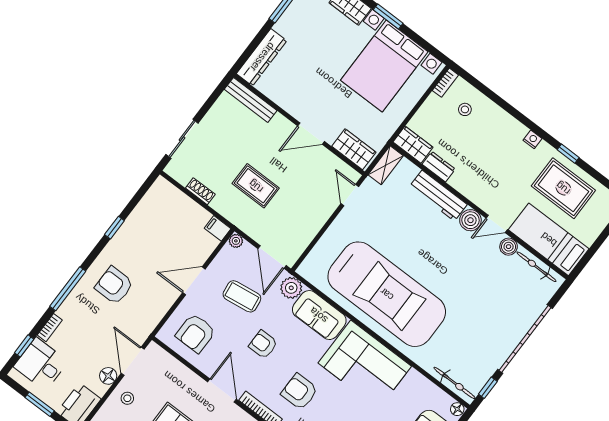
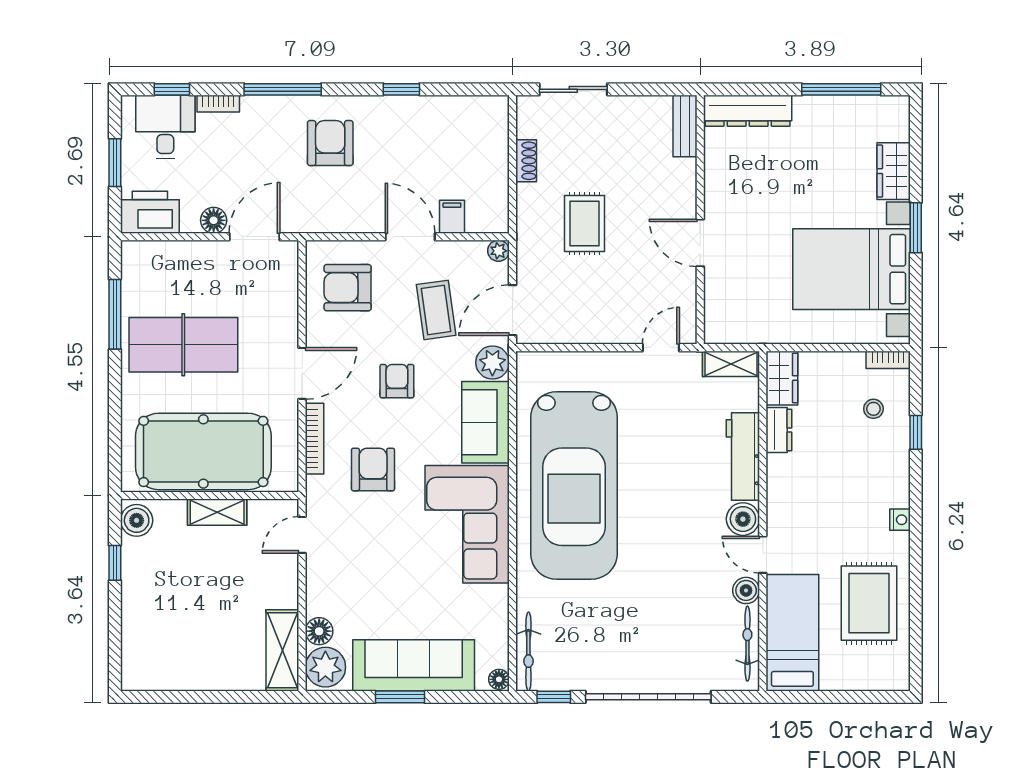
bench: (251, 100) -> (685, 126), width x0.73
wardrobe: (354, 149) -> (721, 310), removed
window: (568, 154) -> (916, 432), moved
filing cabinet: (218, 228) -> (452, 217), moved
stool: (127, 398) -> (204, 265), removed

